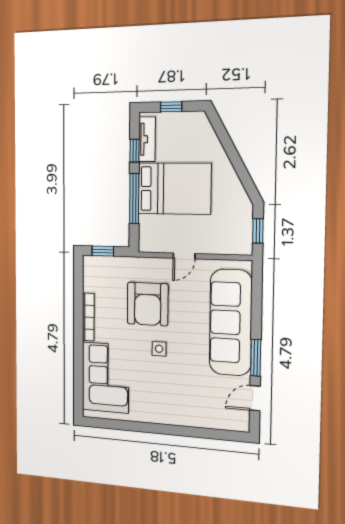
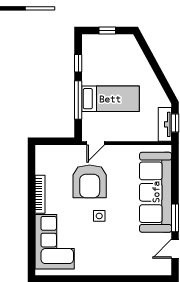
tv unit: (147, 139) -> (165, 124), moved, turned 180
bed: (174, 189) -> (110, 99), width x0.67
window: (103, 251) -> (52, 141), removed
door: (184, 256) -> (96, 143), moved

